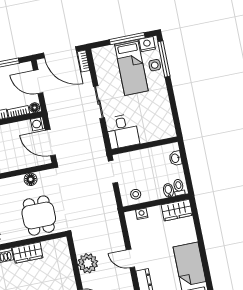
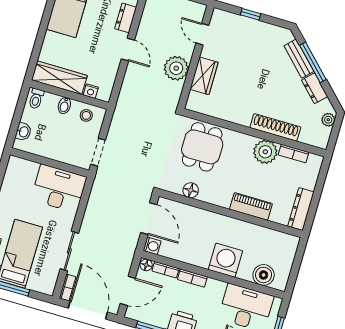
door: (38, 82) -> (128, 291), hinge flipped
sliding door: (99, 102) -> (69, 251), moved
desk: (123, 131) -> (59, 188), width x1.37
bidet: (168, 190) -> (64, 106), moved
wardrobe: (177, 210) -> (59, 78), width x1.50
wardrobe: (28, 253) -> (204, 76), moved, turned 90

